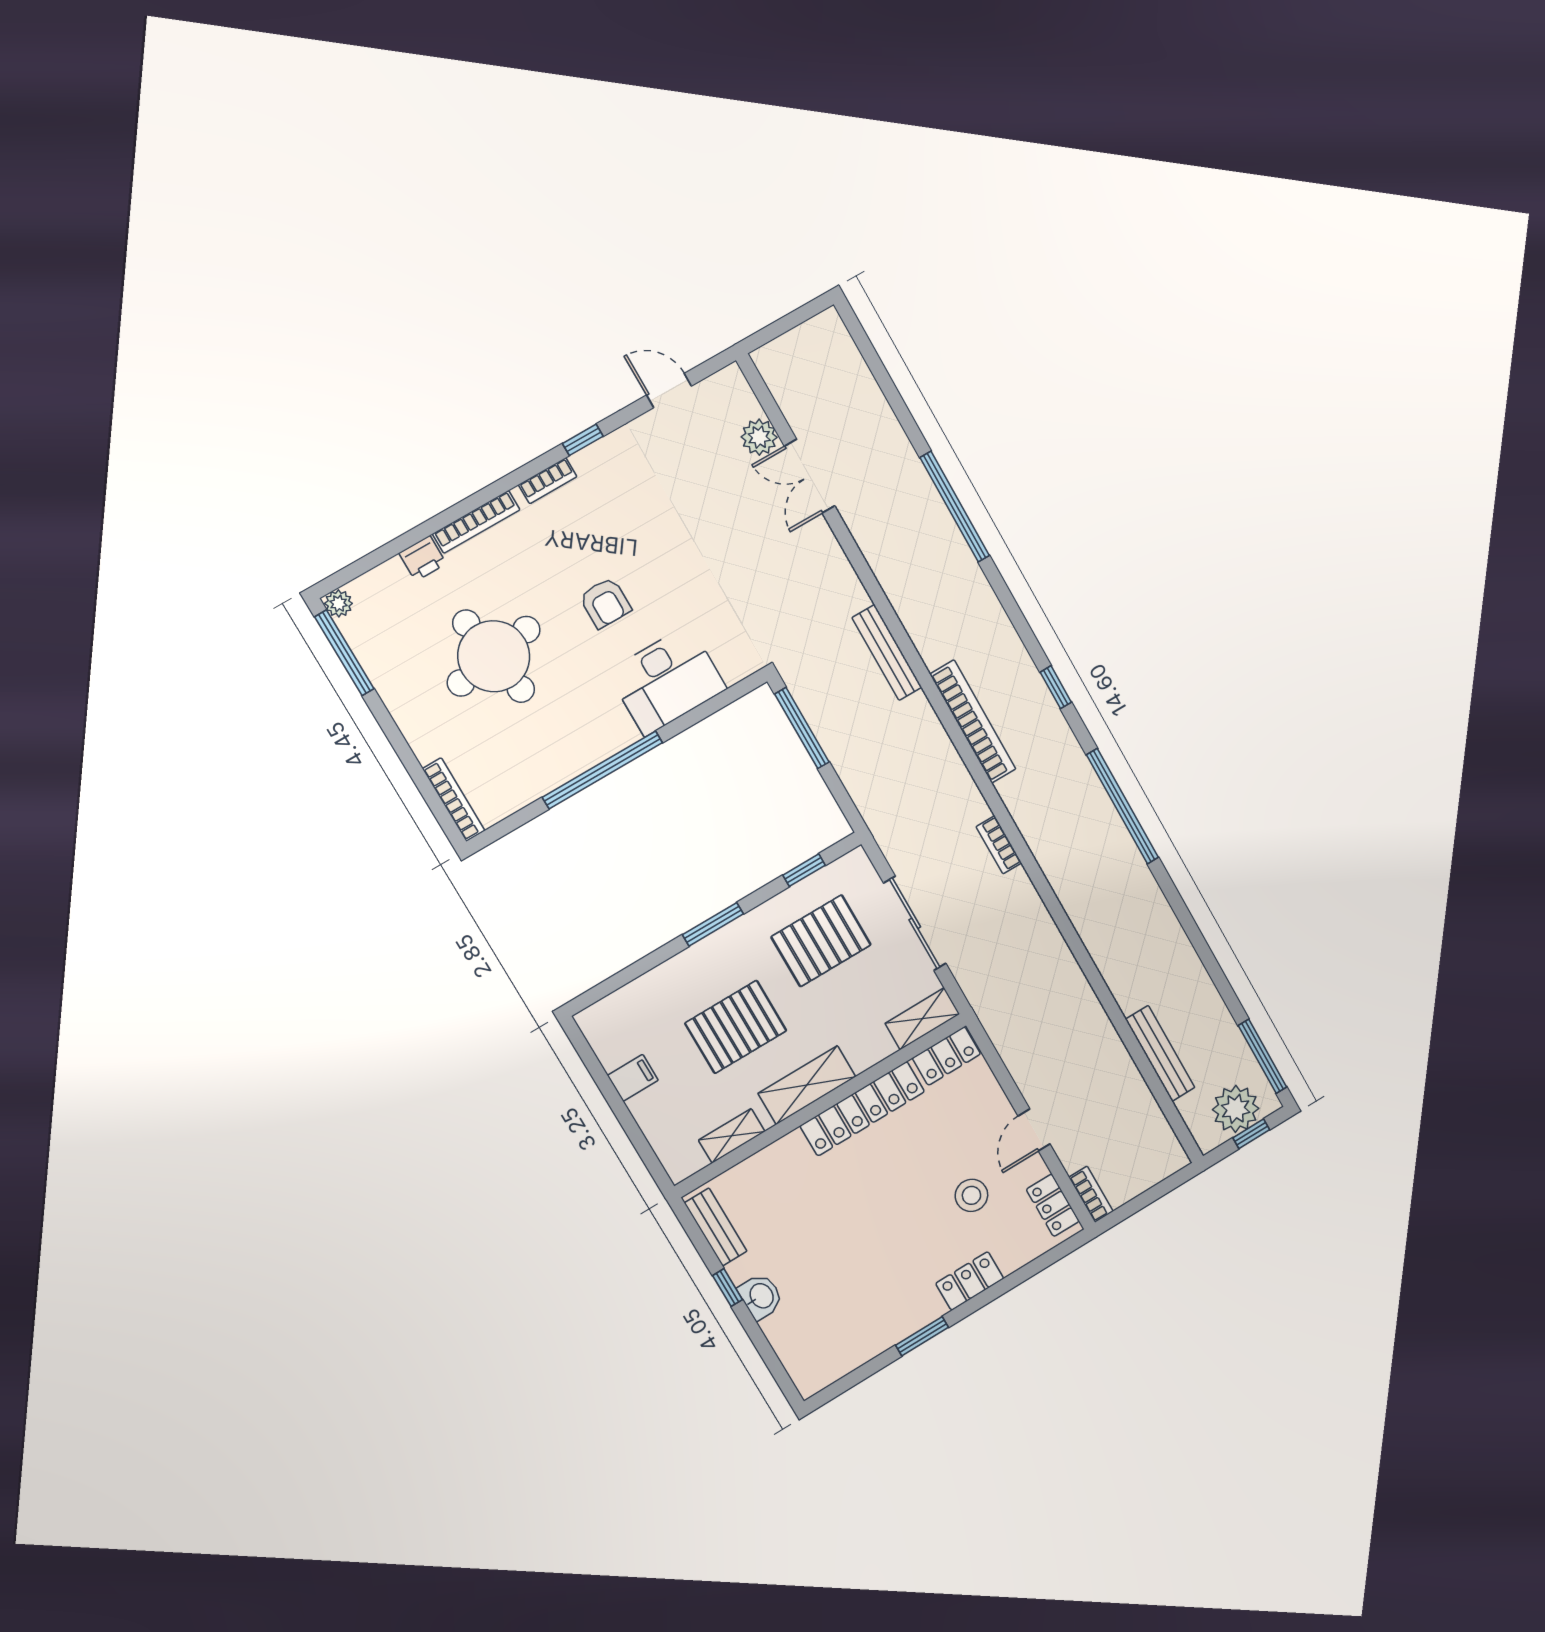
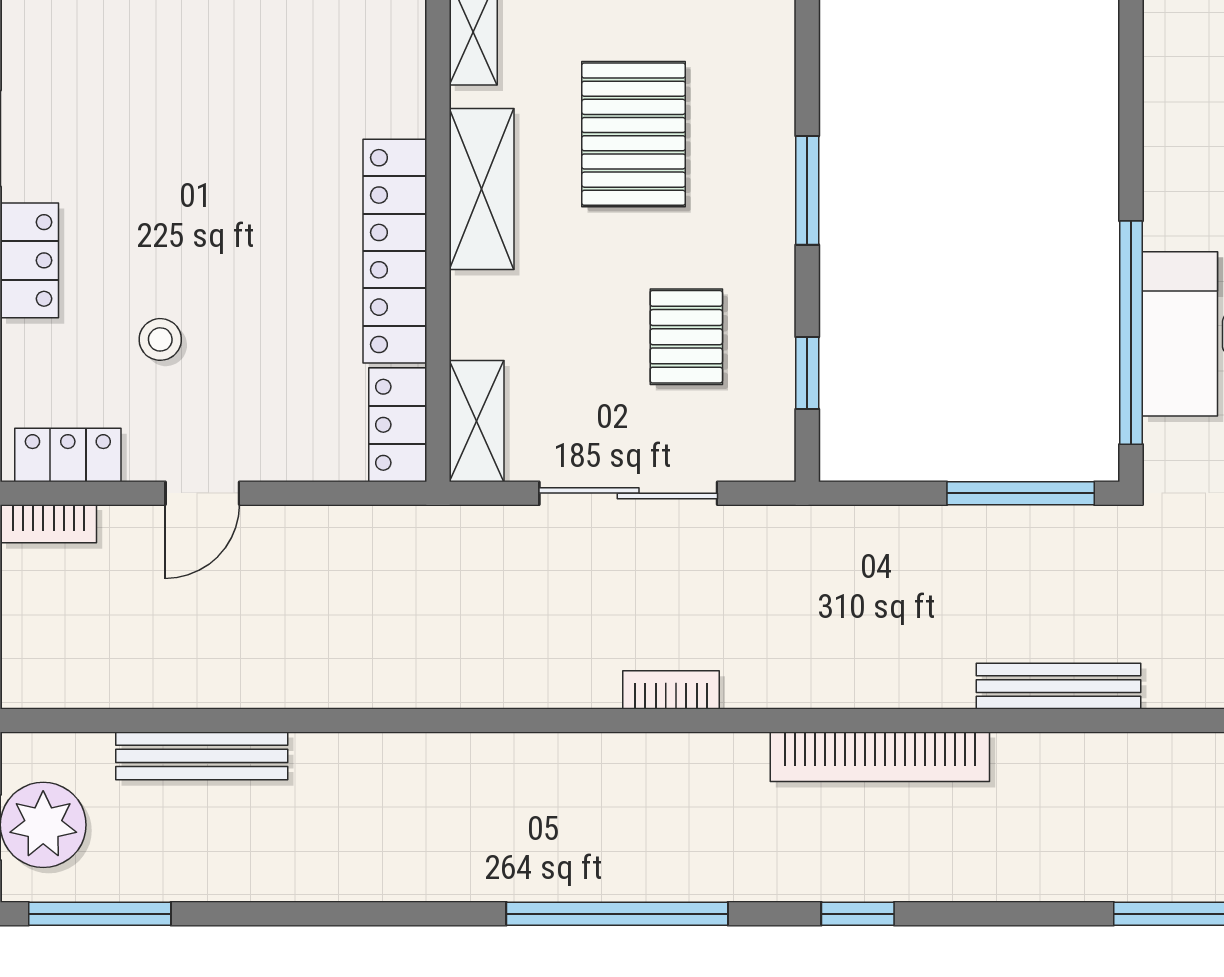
window: (602, 770) -> (1131, 333), moved
pallet: (821, 941) -> (686, 337), width x0.67, depth x0.71
door: (1034, 1130) -> (202, 493), swing flipped
stool: (971, 1195) -> (160, 339), width x0.73, depth x0.73

